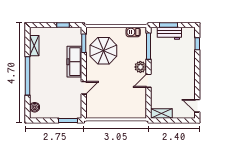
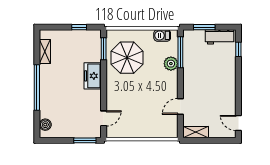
workbench: (169, 33) -> (220, 37), moved
freezer: (74, 62) -> (93, 76), width x0.71
plant: (140, 67) -> (171, 64), moved
door: (148, 81) -> (180, 106), moved
door: (84, 88) -> (104, 118), moved

